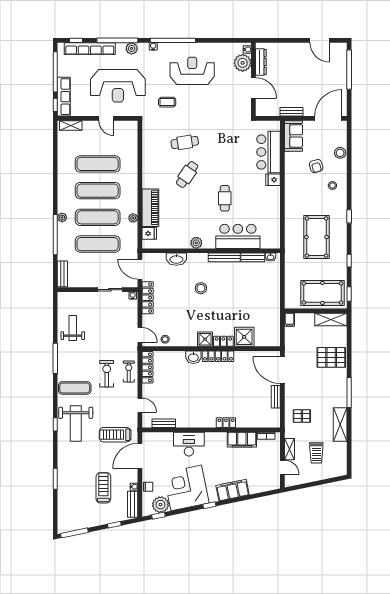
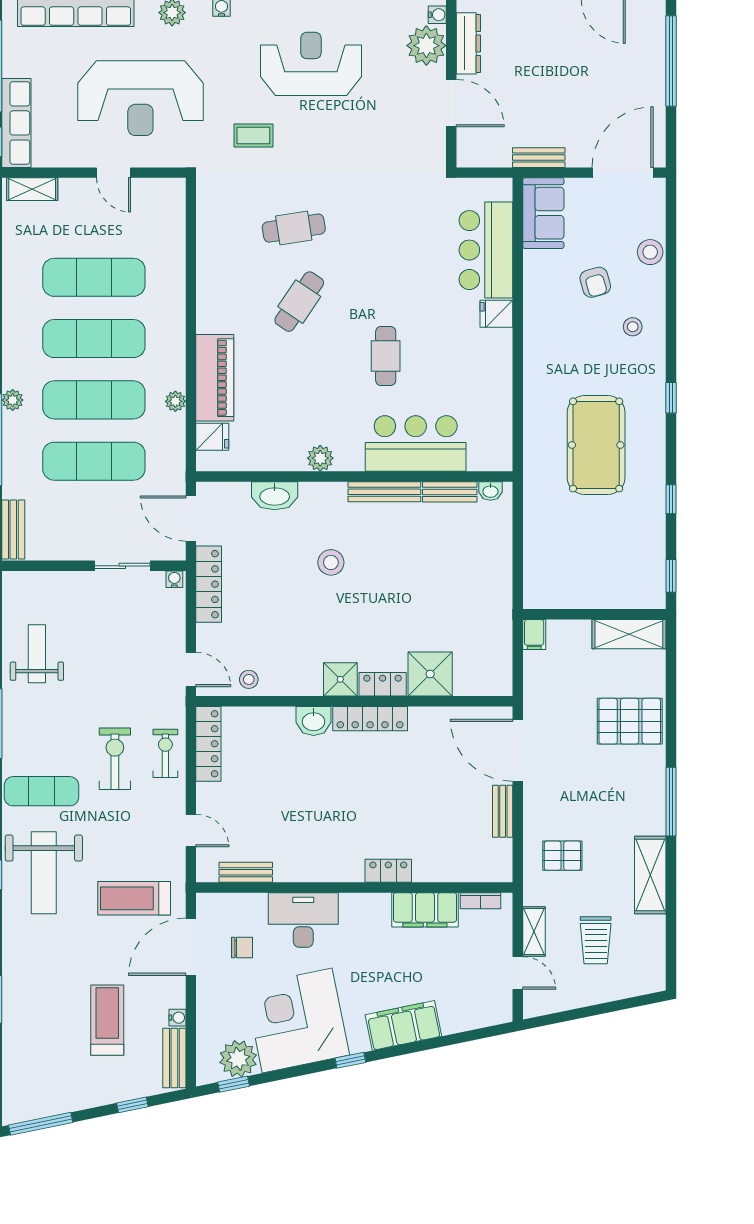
pool table: (322, 293) -> (610, 573), removed
chair: (148, 487) -> (242, 948), moved

